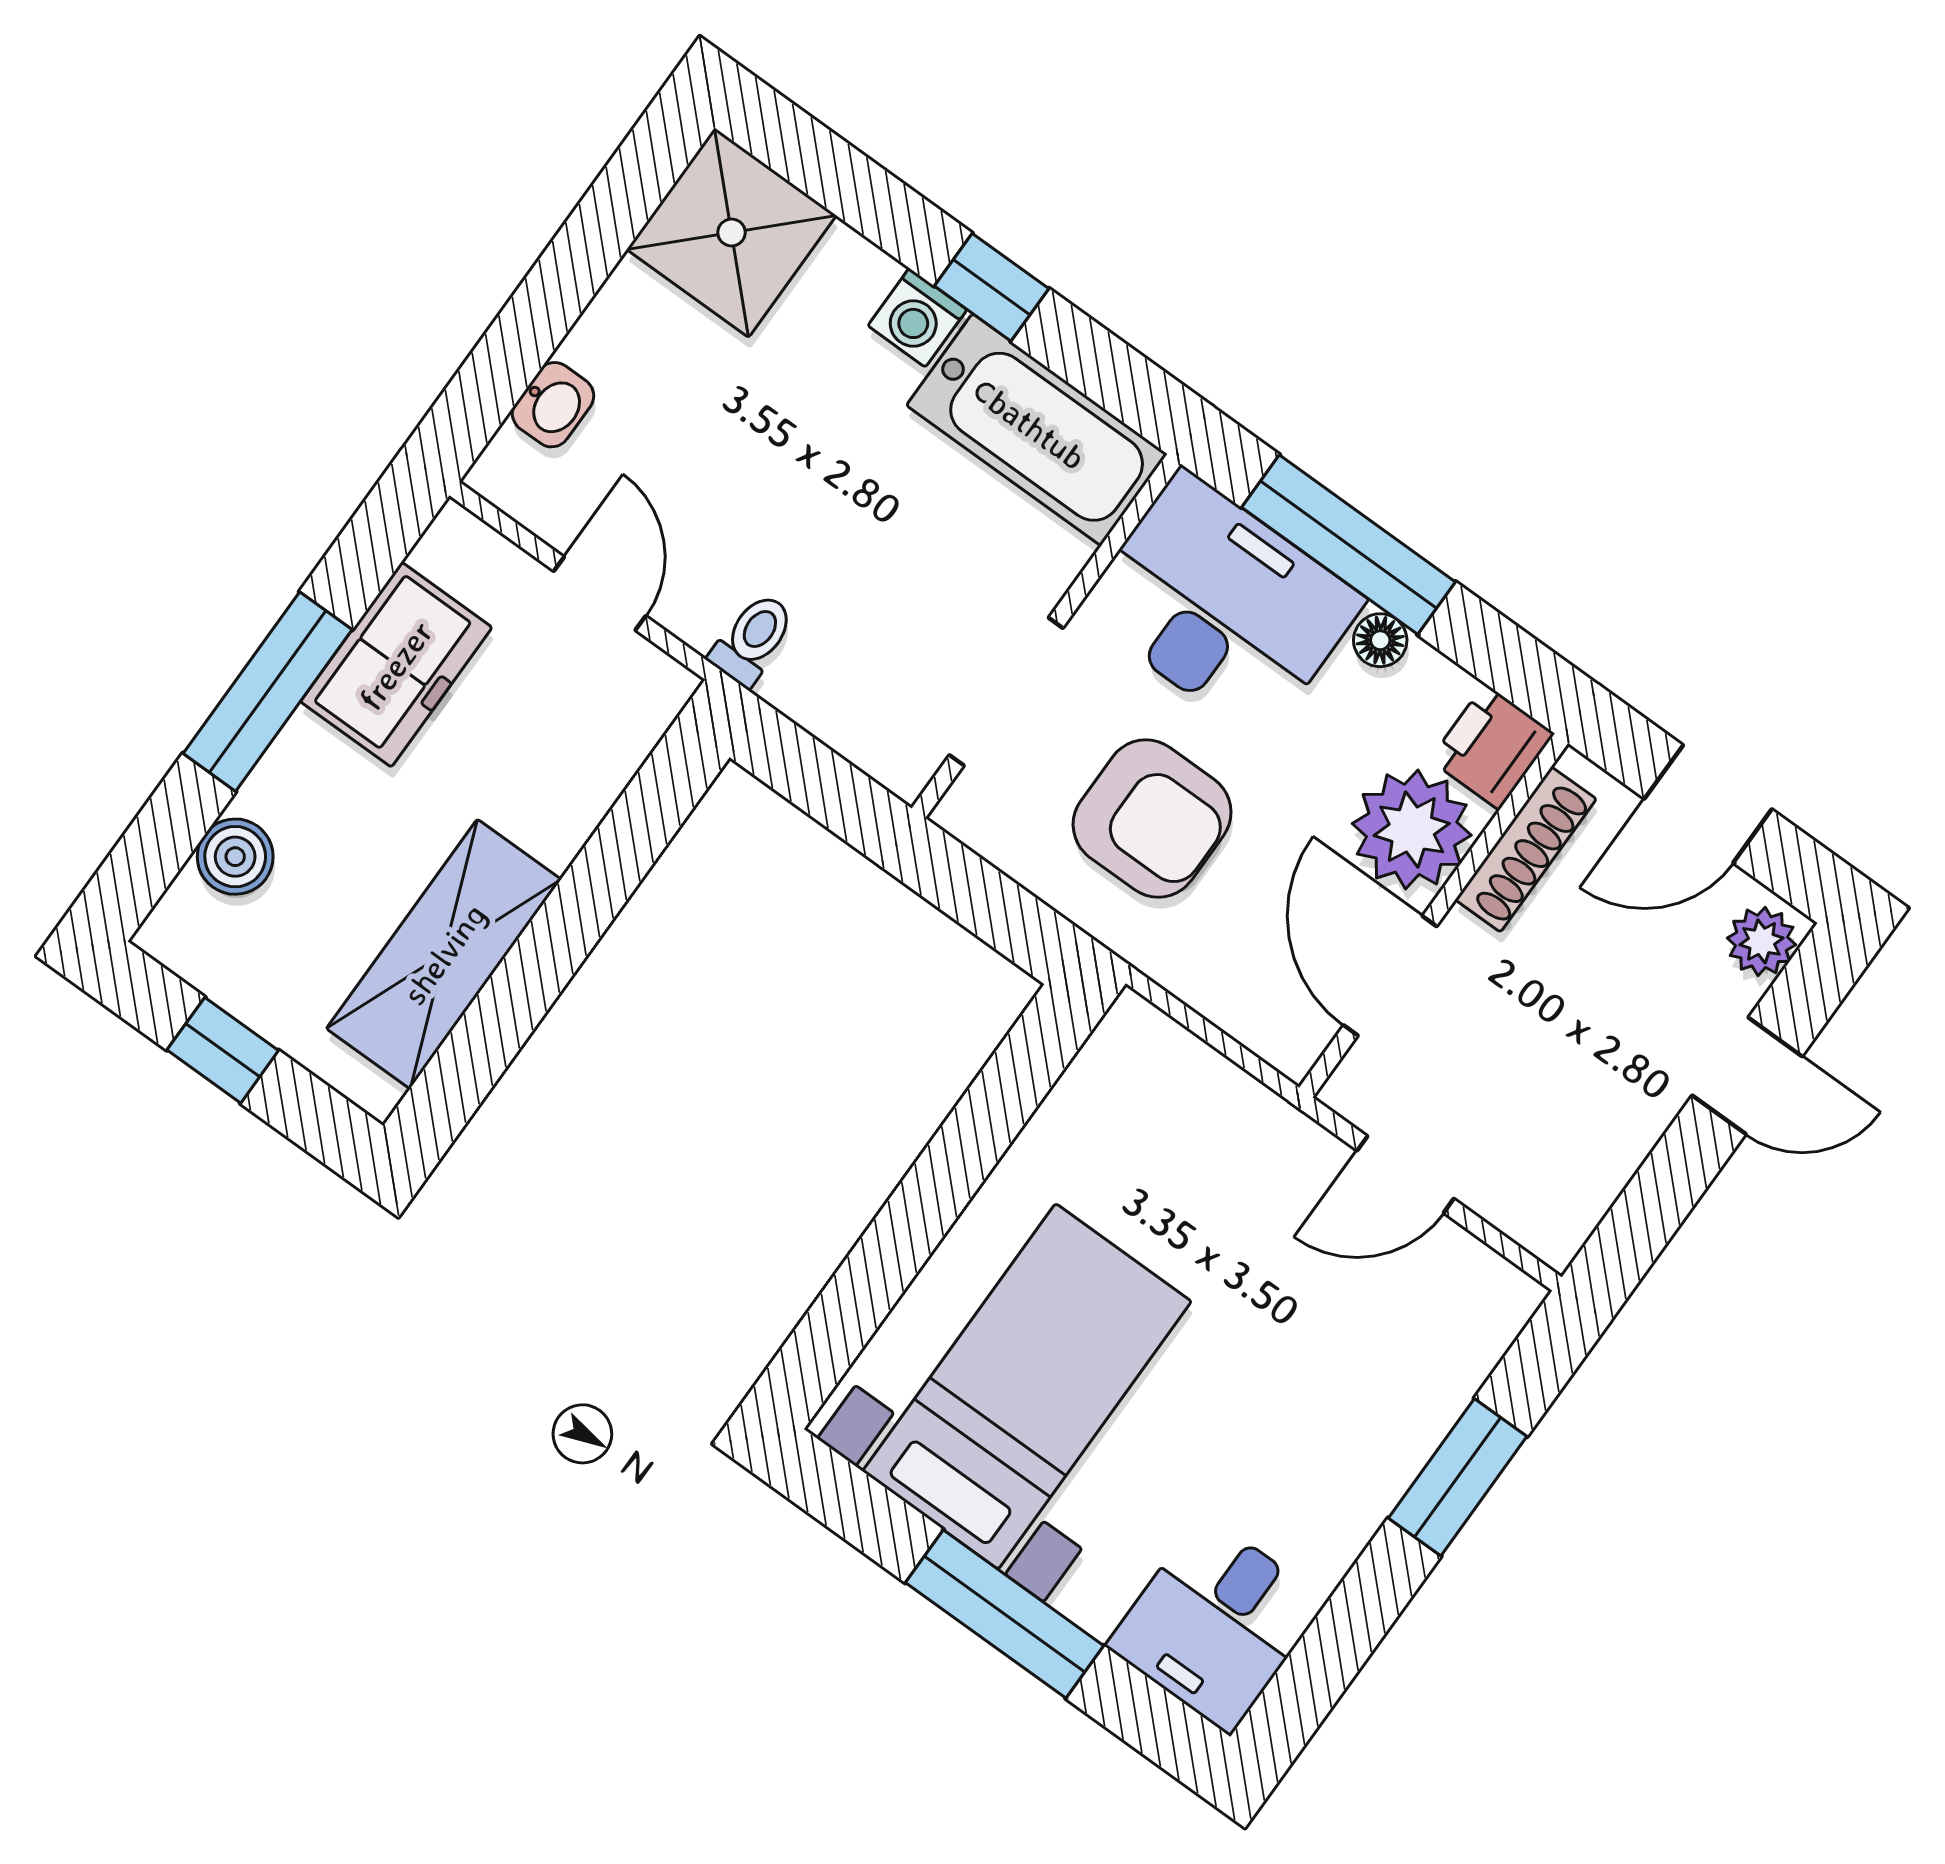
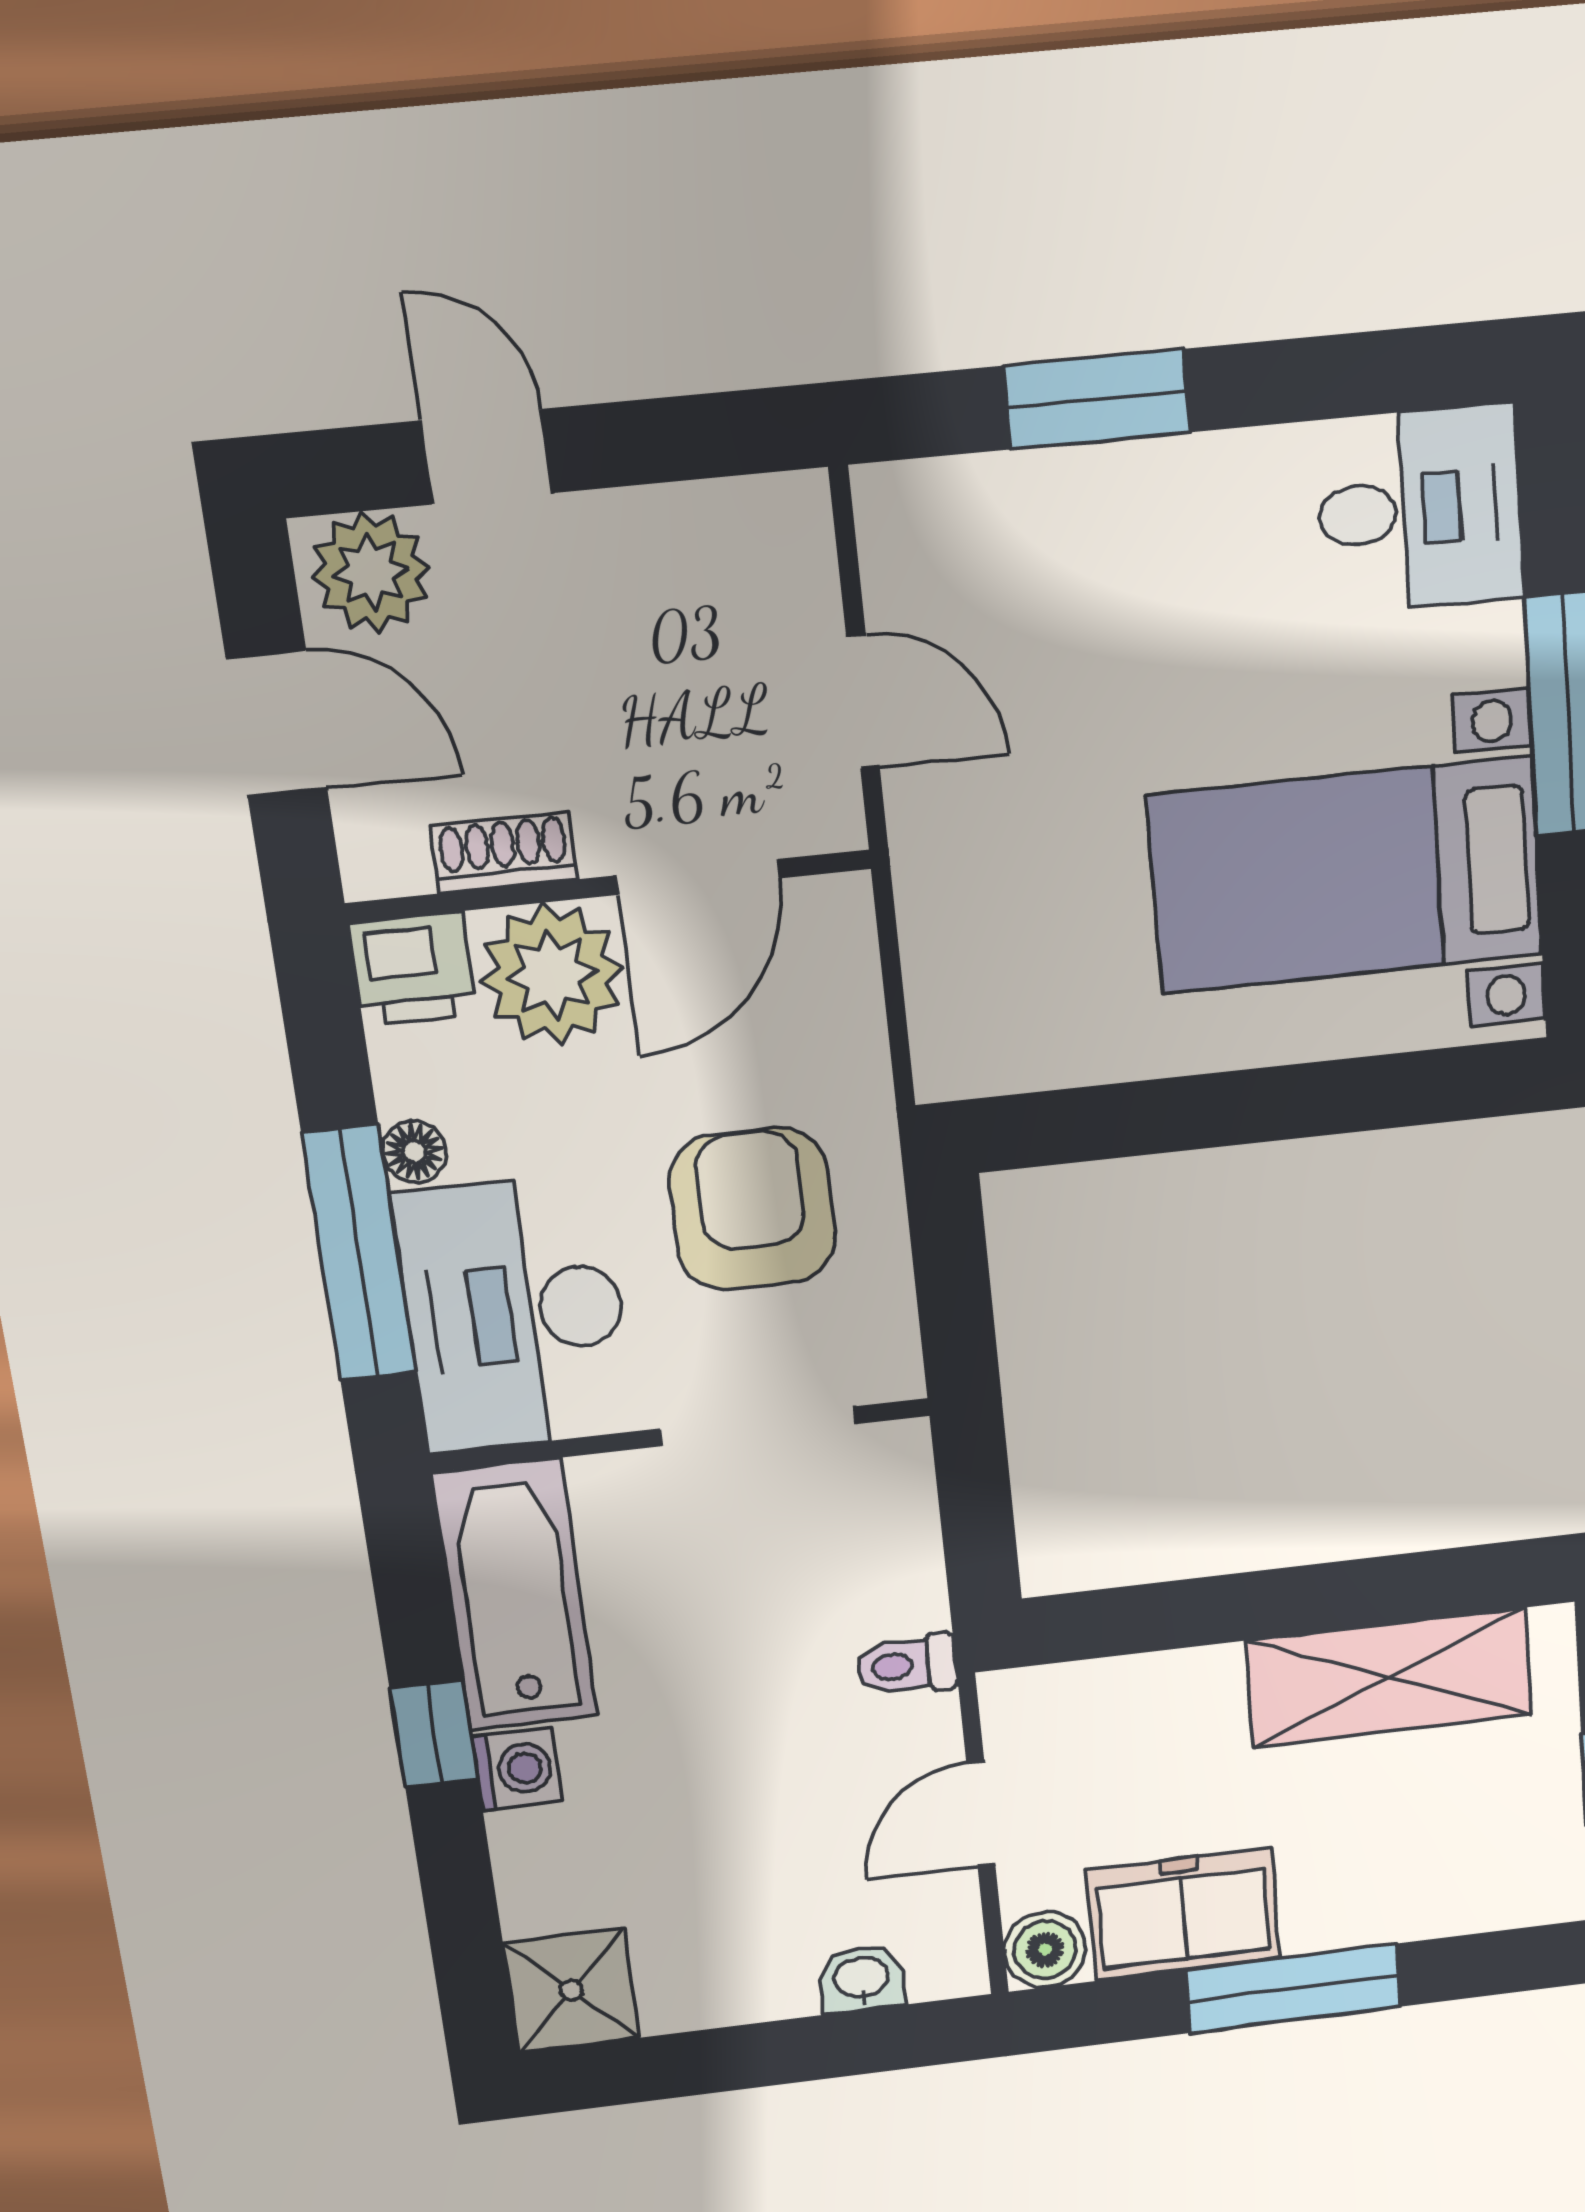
shower: (732, 232) -> (572, 1991), width x0.73, depth x0.73
shoe rack: (1526, 849) -> (504, 853), width x0.70
boiler: (235, 857) -> (1045, 1950), moved
plant: (1762, 941) -> (371, 572), width x1.38, depth x1.38

